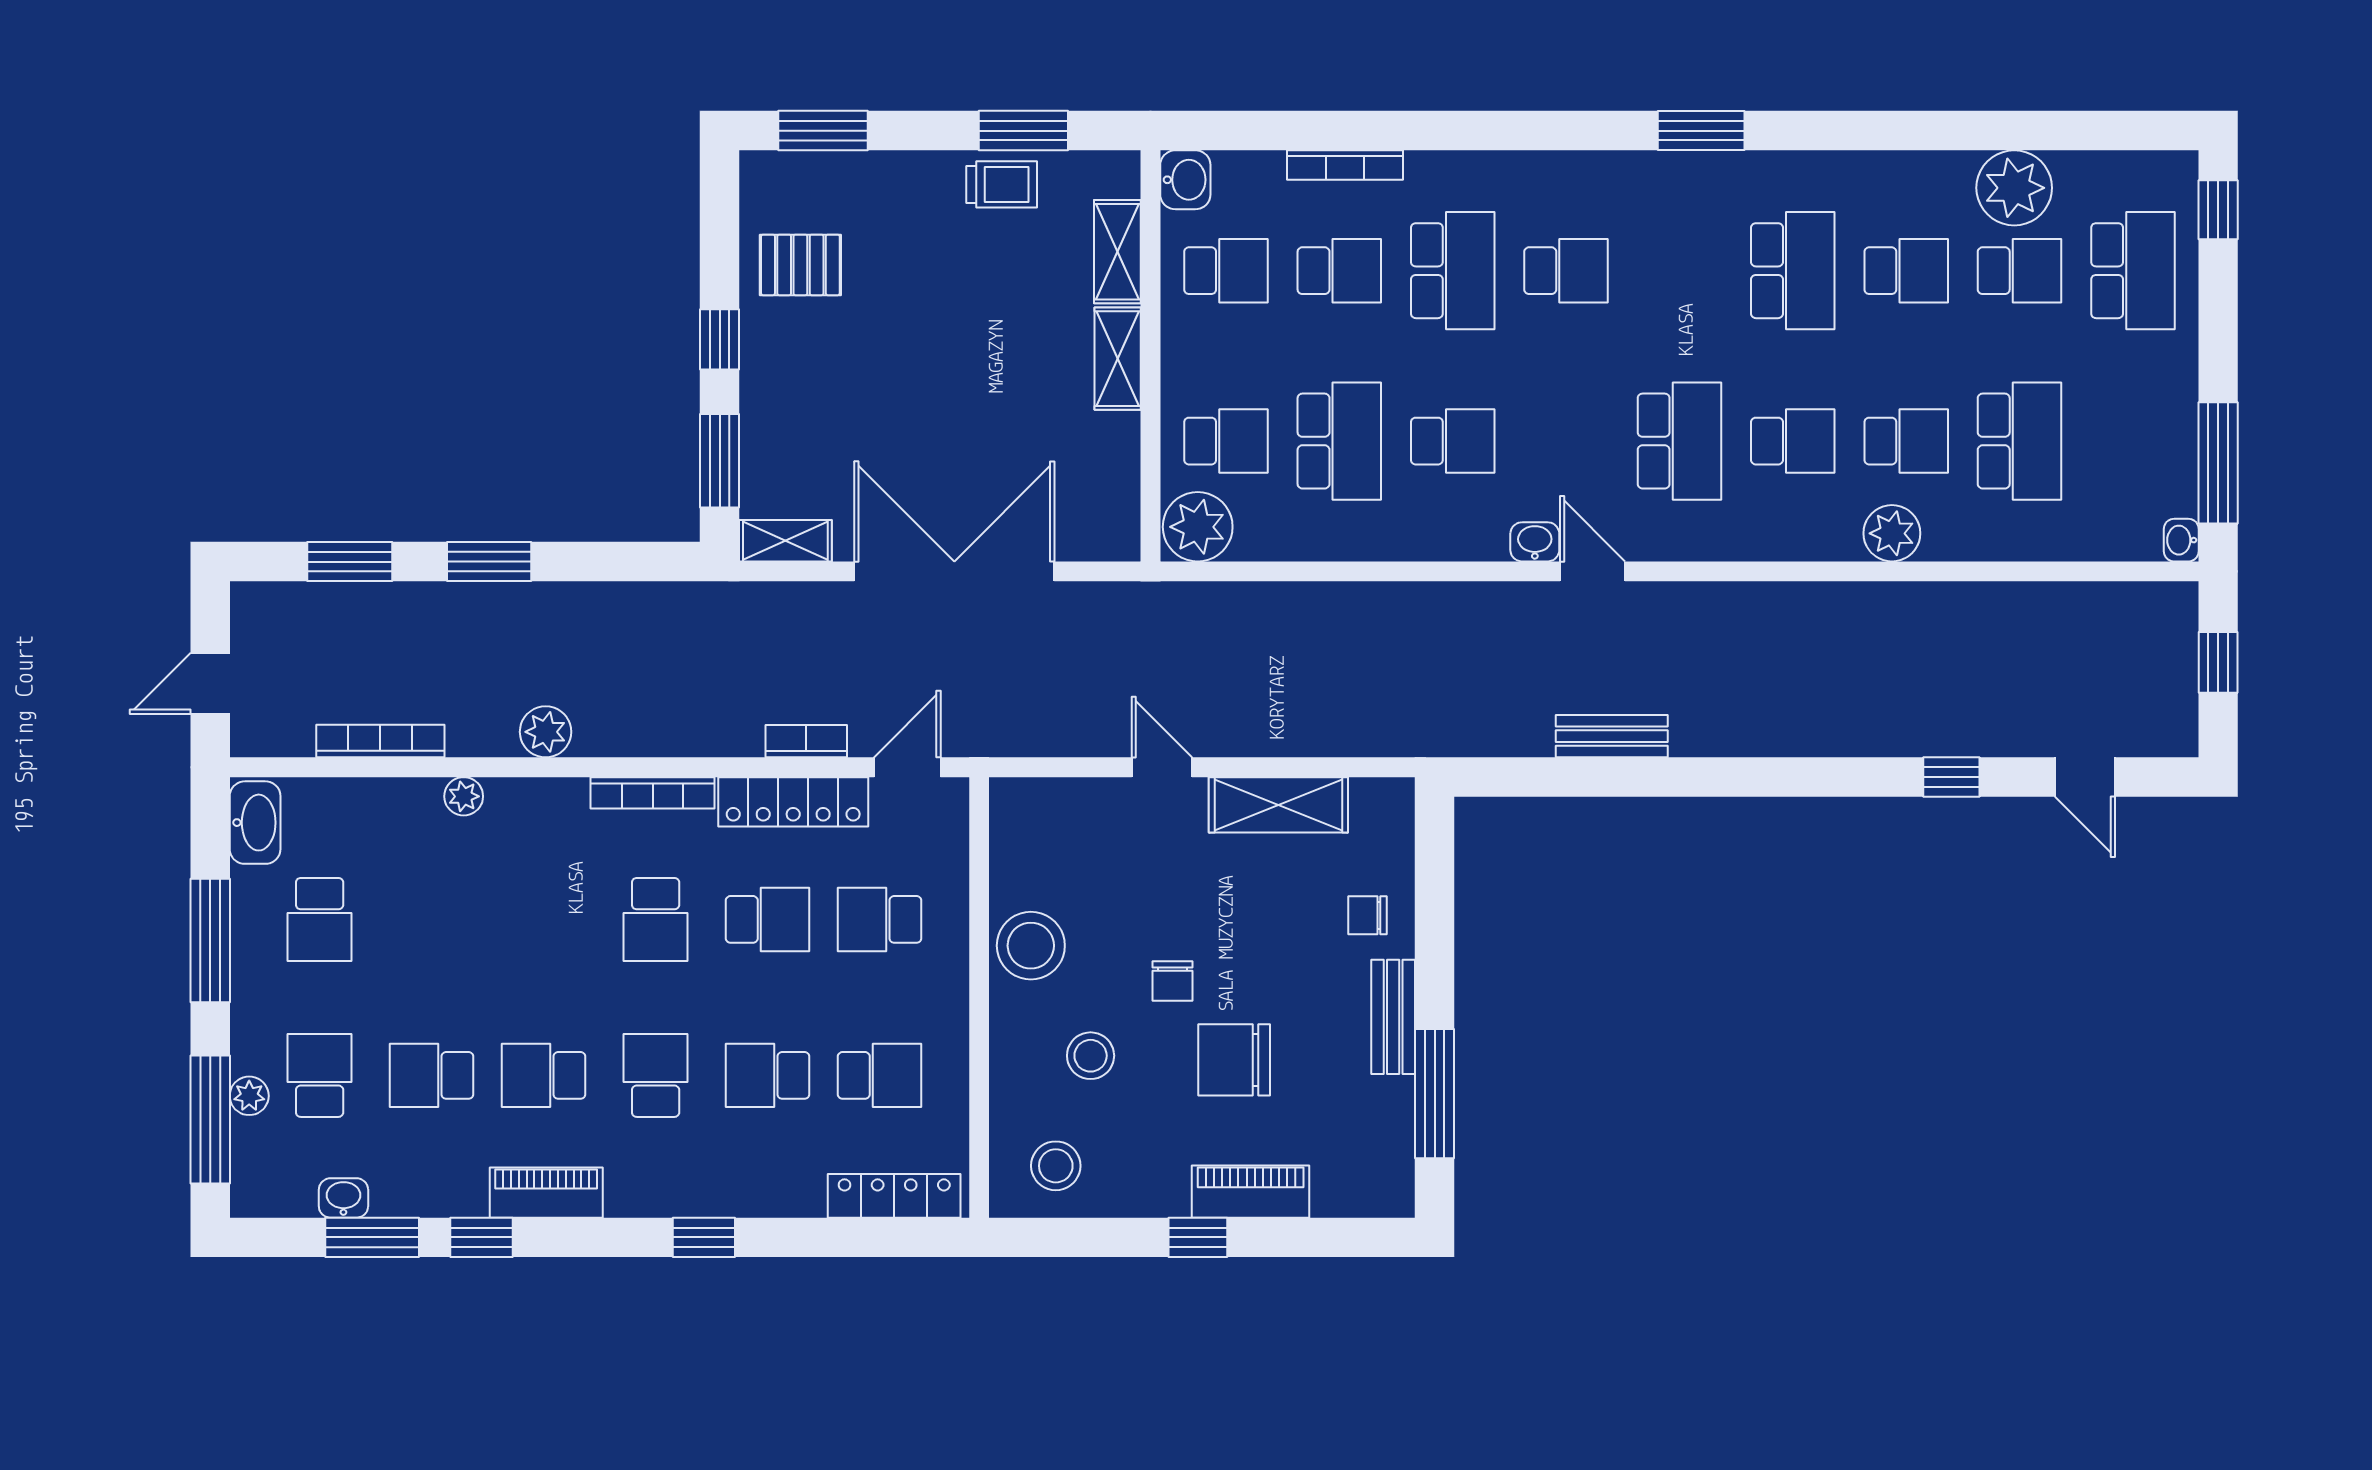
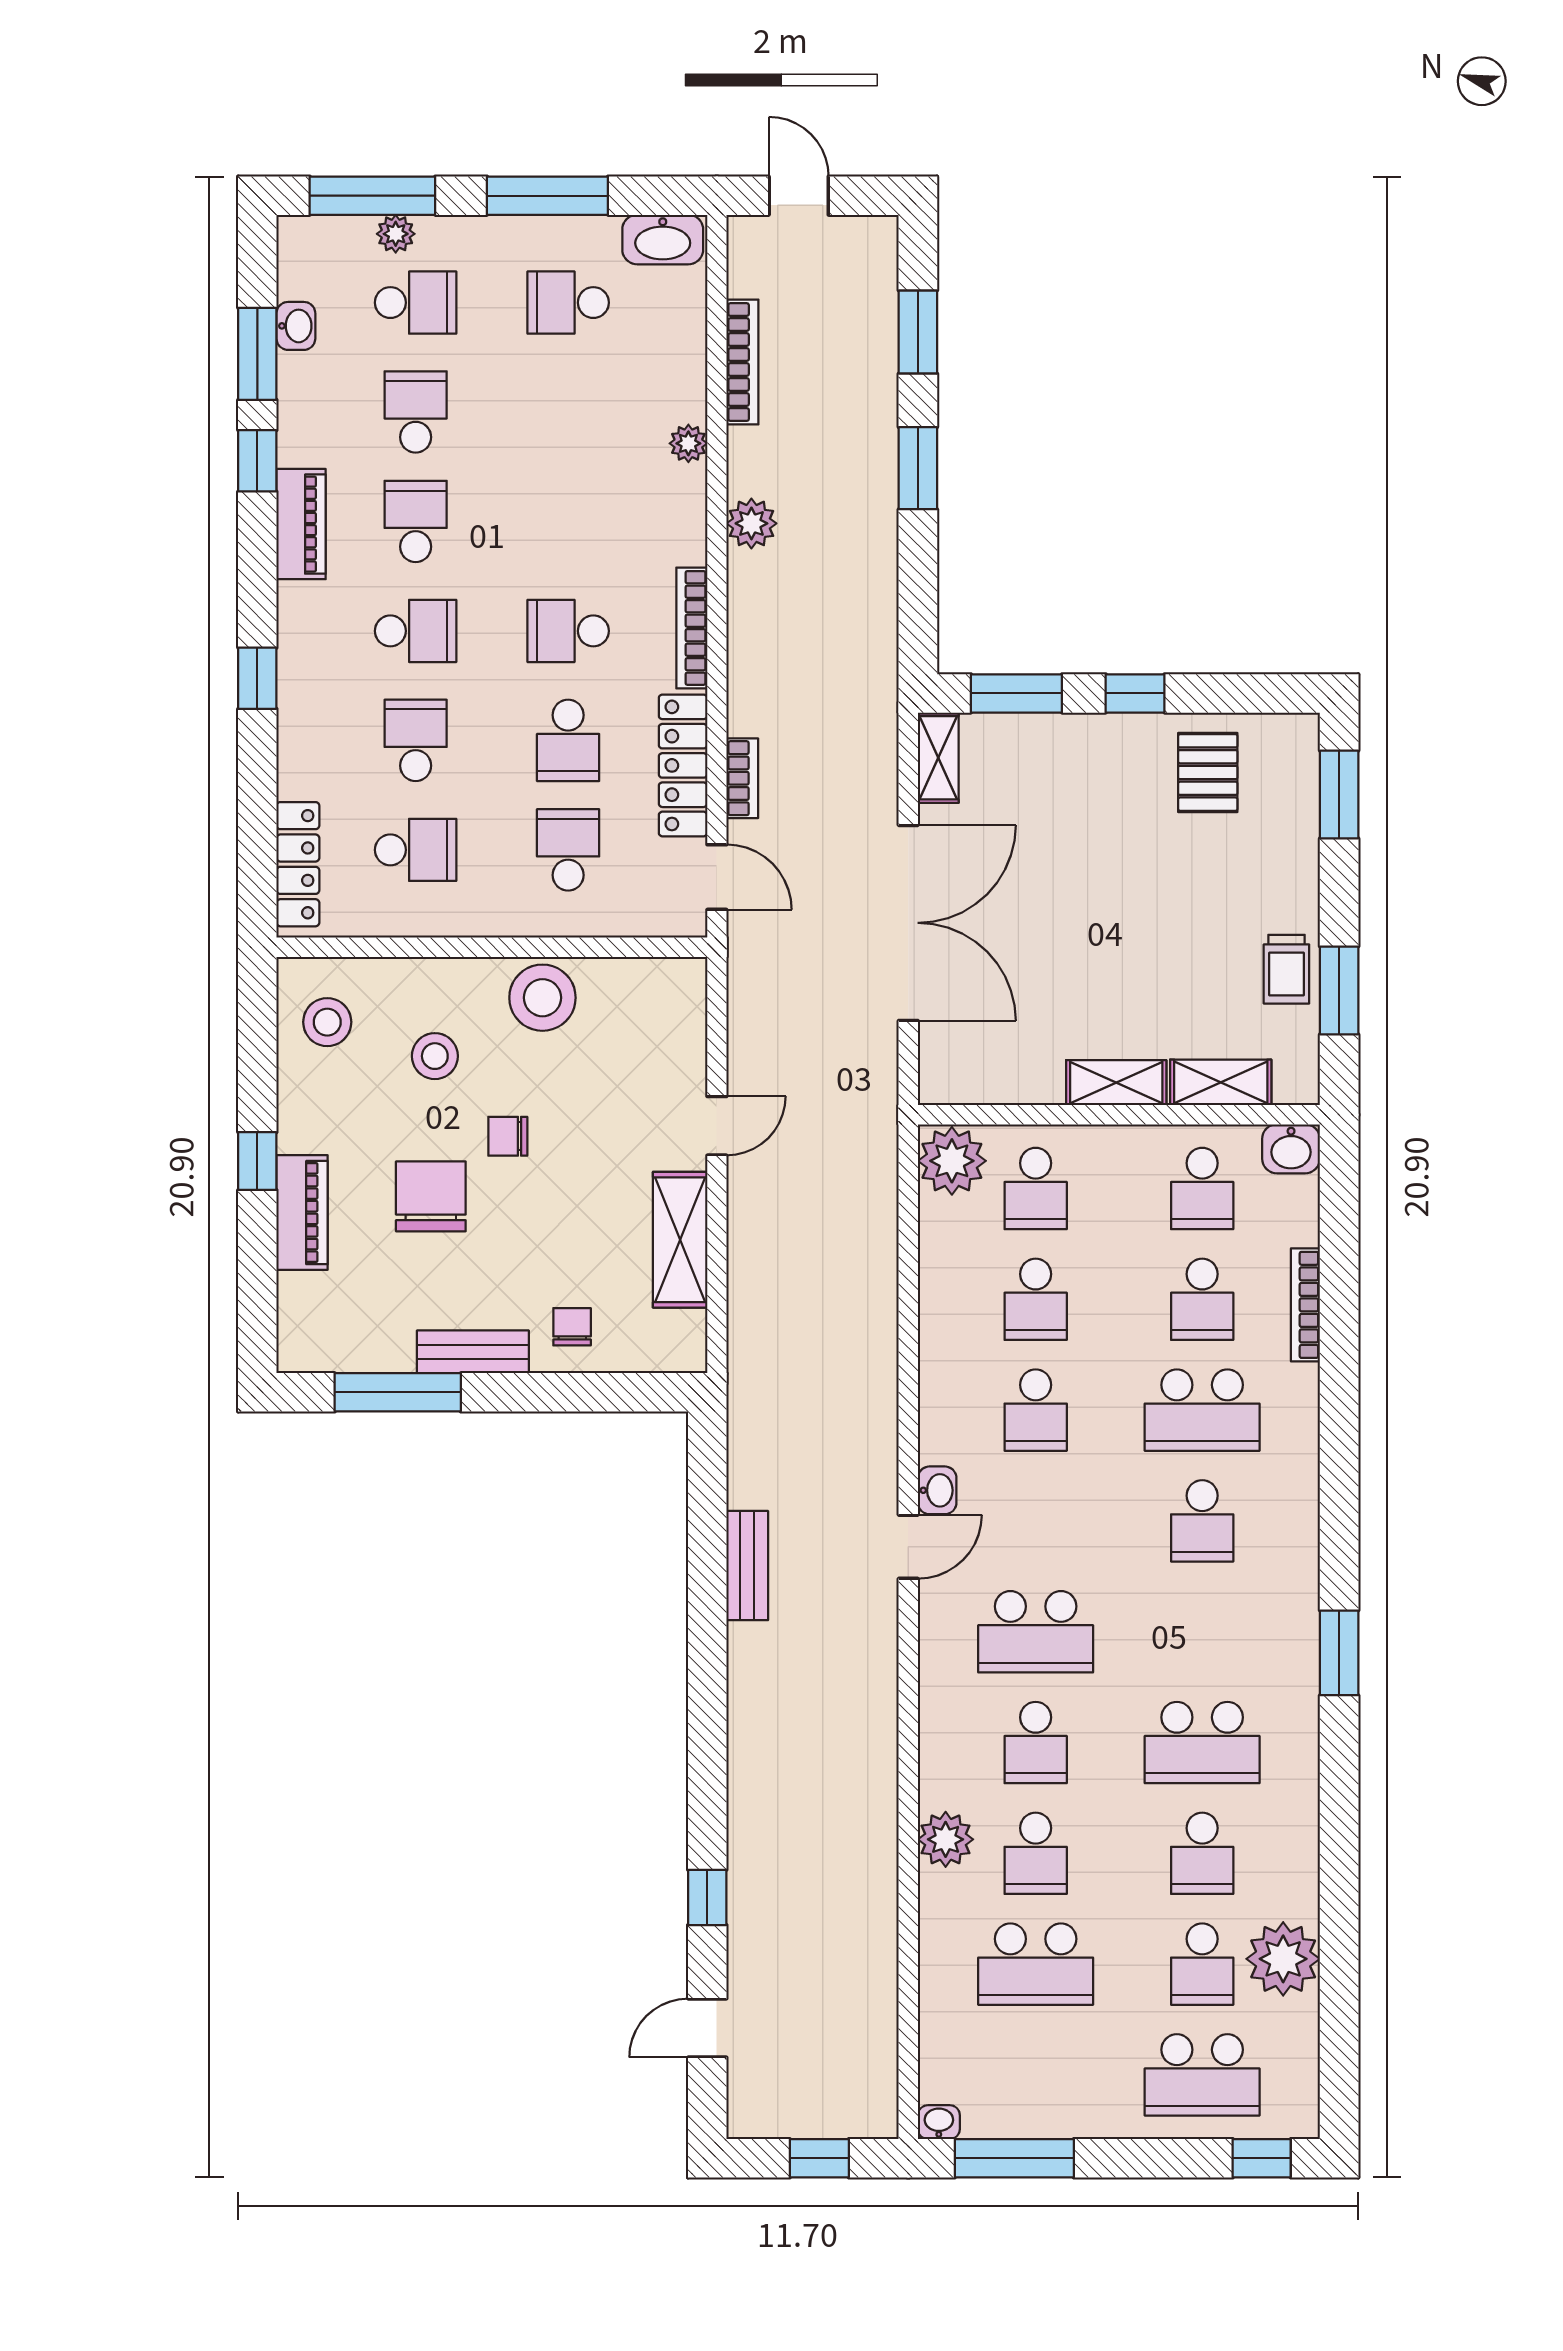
school desk: (1339, 441) -> (1036, 1299), width x0.54
school desk: (880, 1075) -> (416, 850), turned -90

